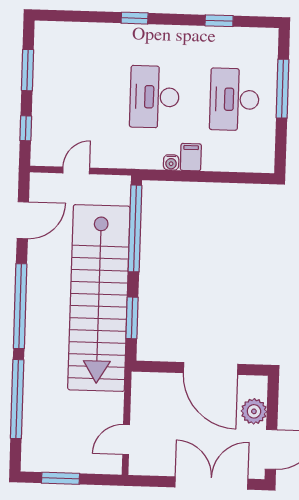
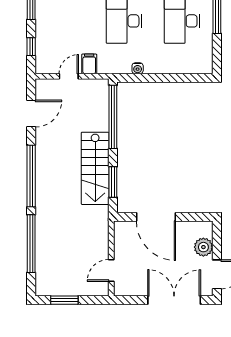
filing cabinet: (191, 157) -> (89, 64), moved
stairs: (99, 298) -> (95, 168), width x0.54, depth x0.66
door: (211, 368) -> (156, 217), moved

